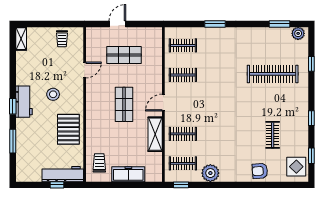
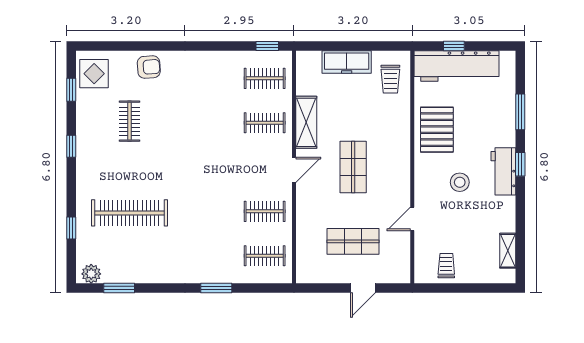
shelving: (21, 39) -> (508, 251), moved
plant: (210, 173) -> (223, 64), removed
workbench: (63, 174) -> (456, 66), width x1.36, depth x1.32

